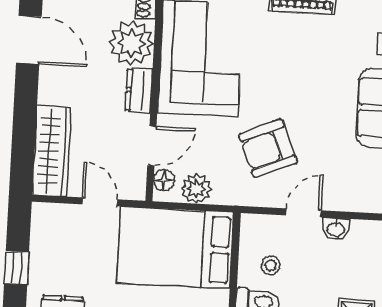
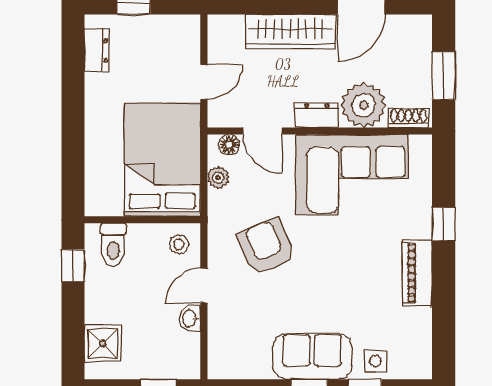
wardrobe: (52, 151) -> (290, 32), moved
plant: (196, 189) -> (218, 178), width x0.73, depth x0.73
door: (303, 213) -> (204, 285), swing flipped
stool: (271, 265) -> (179, 244), moved

